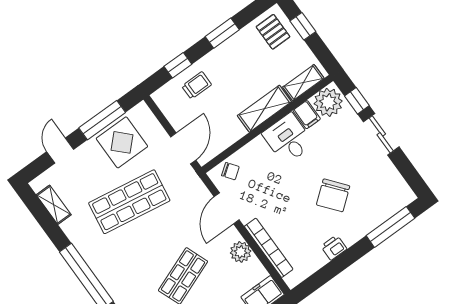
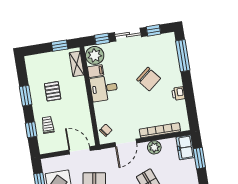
window: (303, 26) -> (60, 46), moved
pallet: (273, 32) -> (53, 91), moved, turned 90
shelving: (264, 109) -> (80, 93), removed
window: (405, 168) -> (154, 30), added
door: (227, 208) -> (126, 143), hinge flipped

